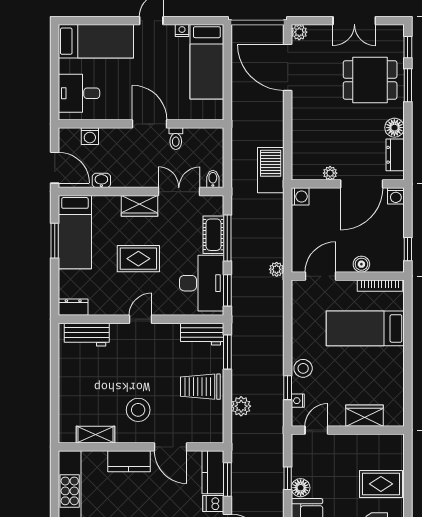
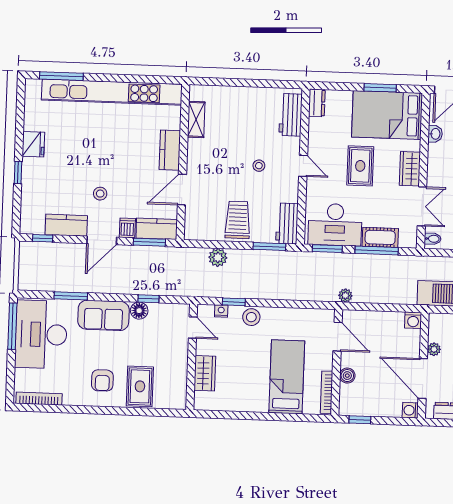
bed: (75, 232) -> (387, 115), width x1.50
stool: (138, 410) -> (259, 166), moved, width x0.53, depth x0.53

